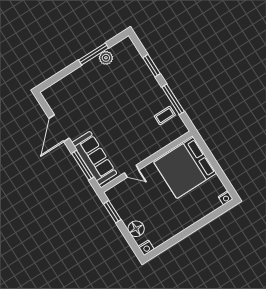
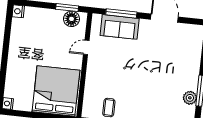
sofa: (94, 158) -> (120, 27), width x0.73
floor lamp: (136, 229) -> (71, 19), moved

